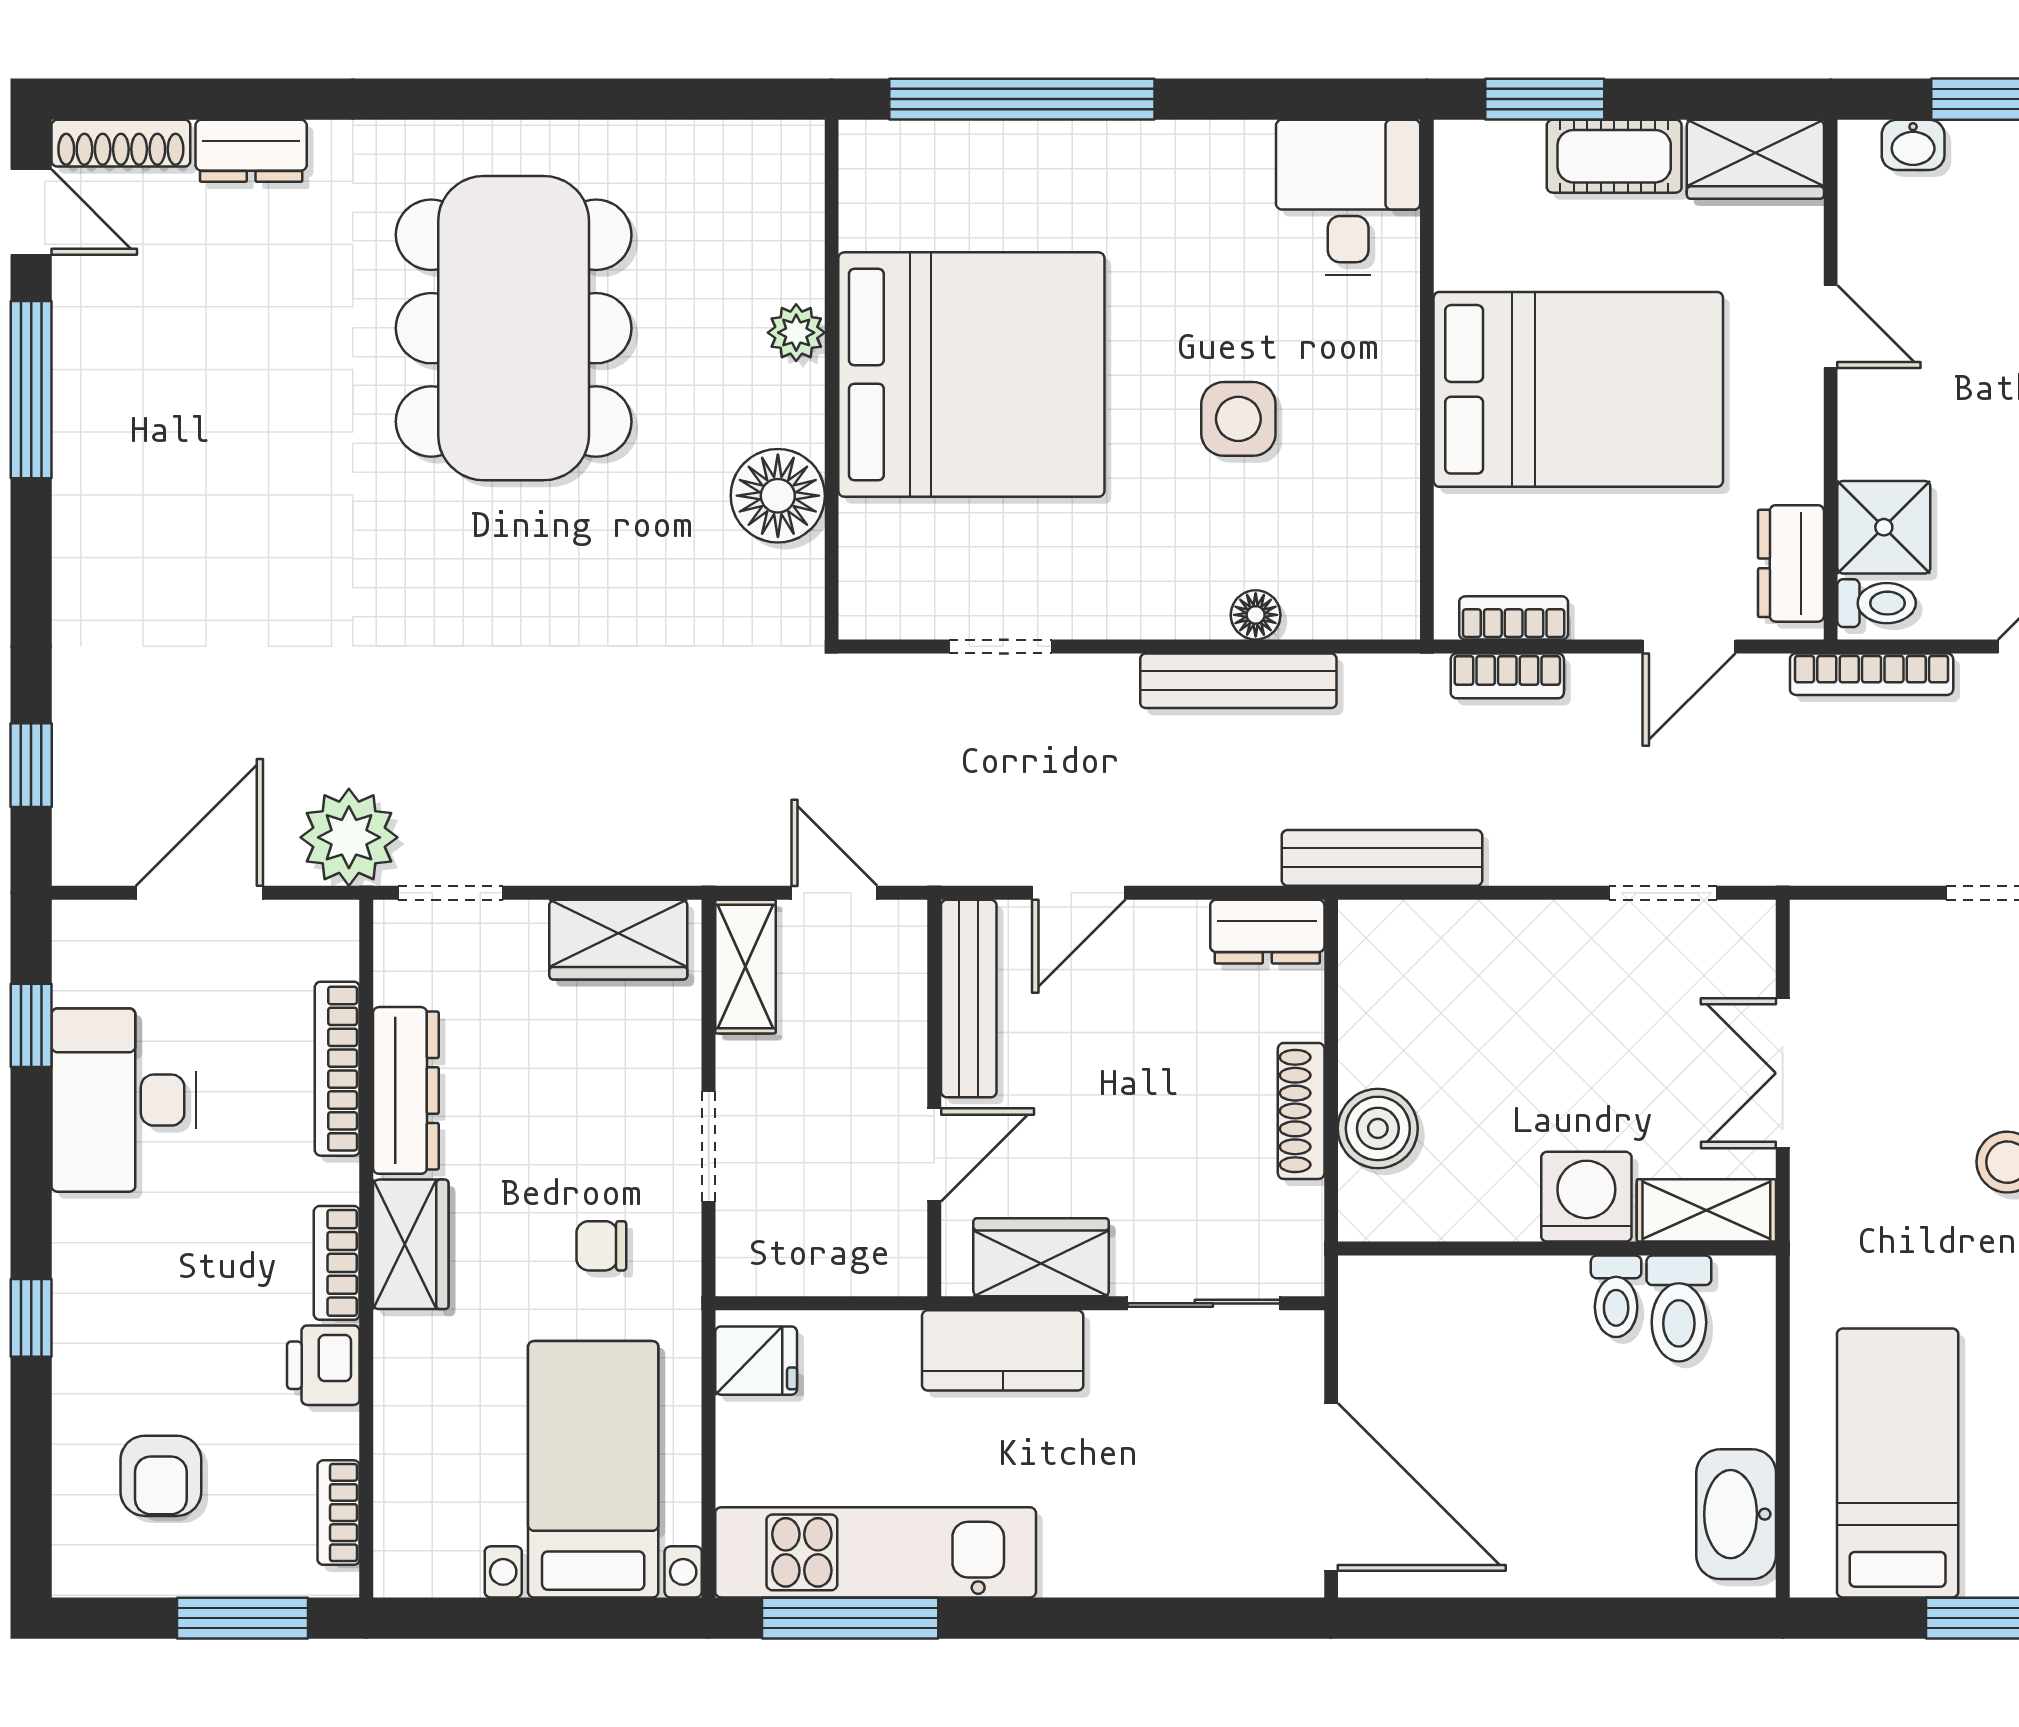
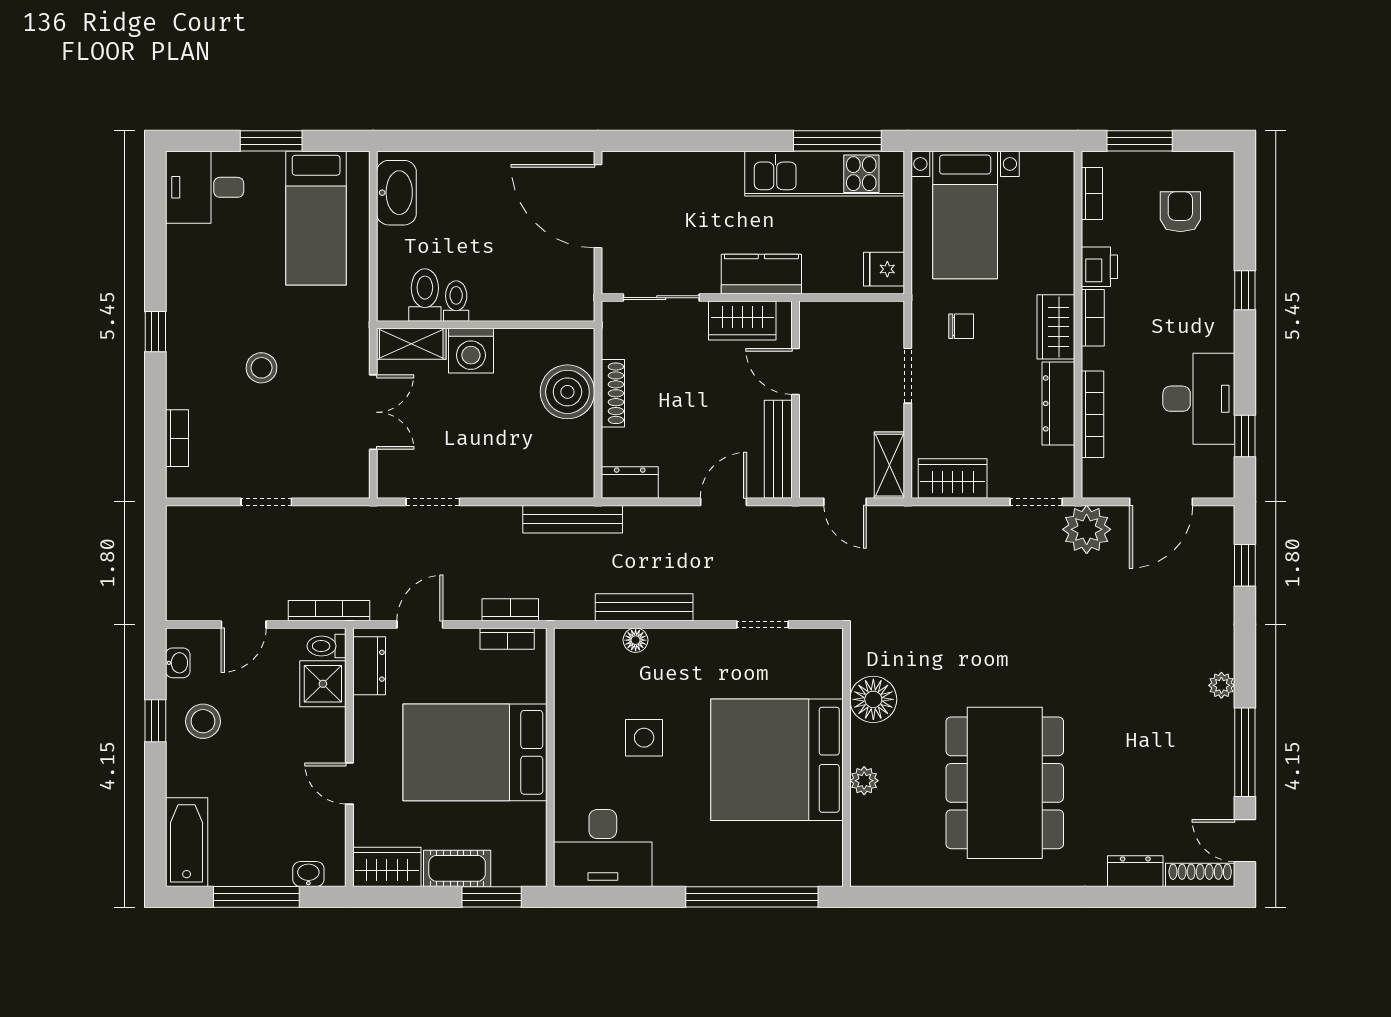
desk: (1348, 197) -> (603, 848), width x1.37
plant: (78, 524) -> (1221, 685), added
boiler: (1378, 1128) -> (567, 392), width x1.37, depth x1.37
door: (934, 1155) -> (795, 371), hinge flipped

